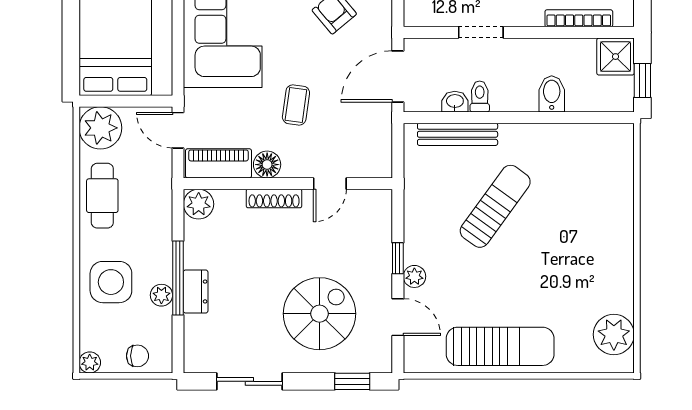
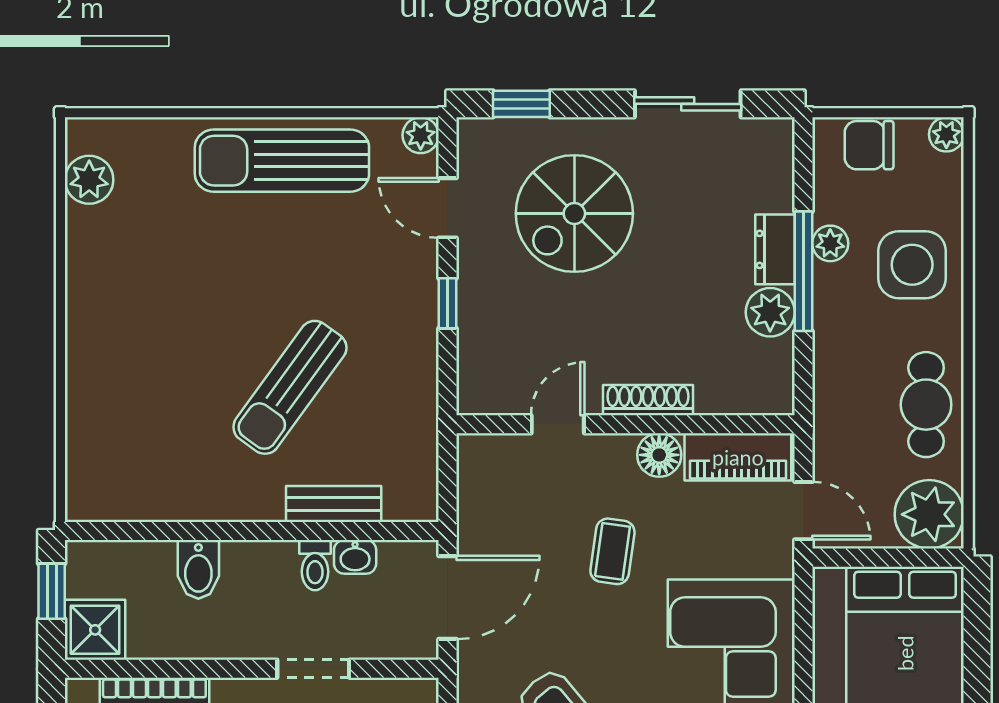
bench: (458, 134) -> (334, 504), width x0.73
plant: (199, 204) -> (770, 312), moved
plant: (414, 276) -> (421, 135), moved
plant: (614, 334) -> (89, 180), width x0.73, depth x0.73
chair: (137, 356) -> (869, 145), width x1.37, depth x1.37

